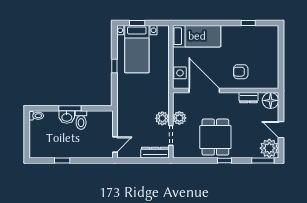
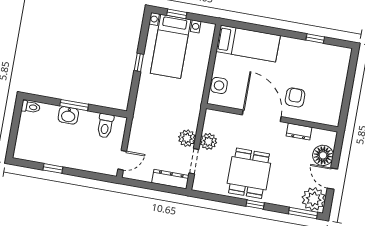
armchair: (241, 72) -> (295, 97), turned 90
door: (204, 91) -> (262, 116), moved
floor lamp: (271, 100) -> (323, 155), moved
toilet: (81, 120) -> (105, 126), moved

